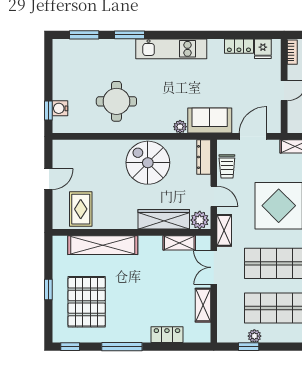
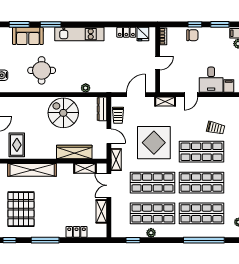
sofa: (210, 121) -> (28, 36), moved, turned 180
plant: (200, 220) -> (99, 153), removed
plant: (254, 336) -> (151, 233), moved

